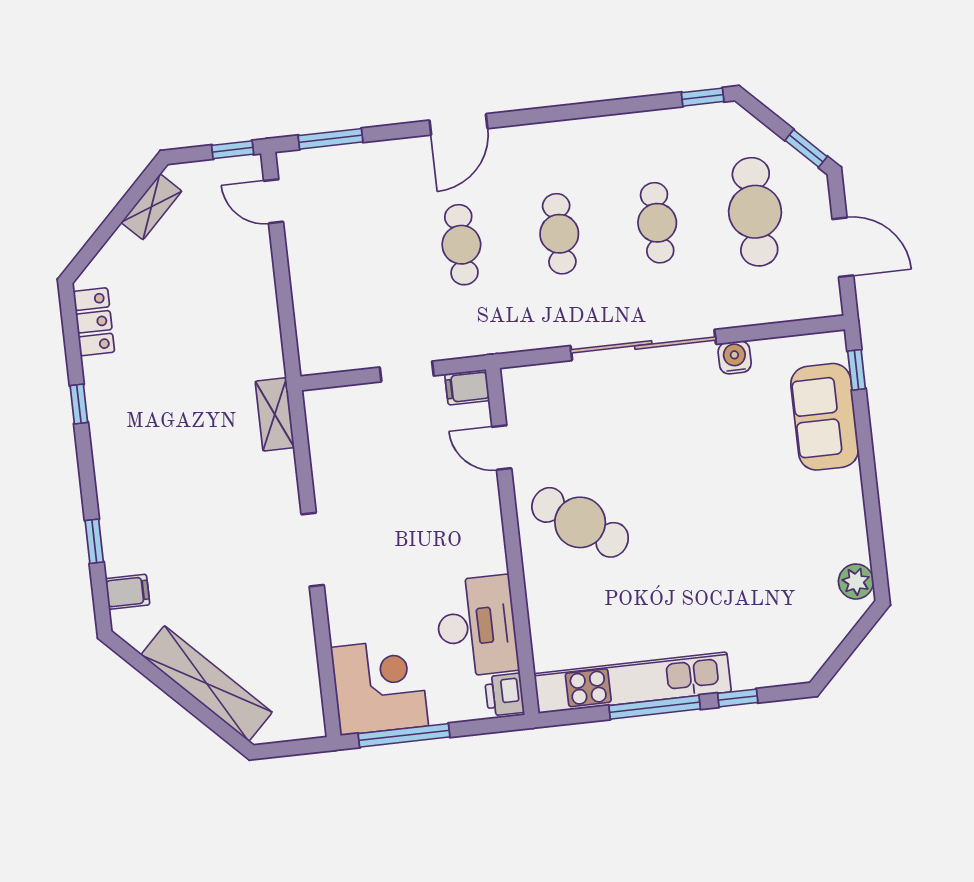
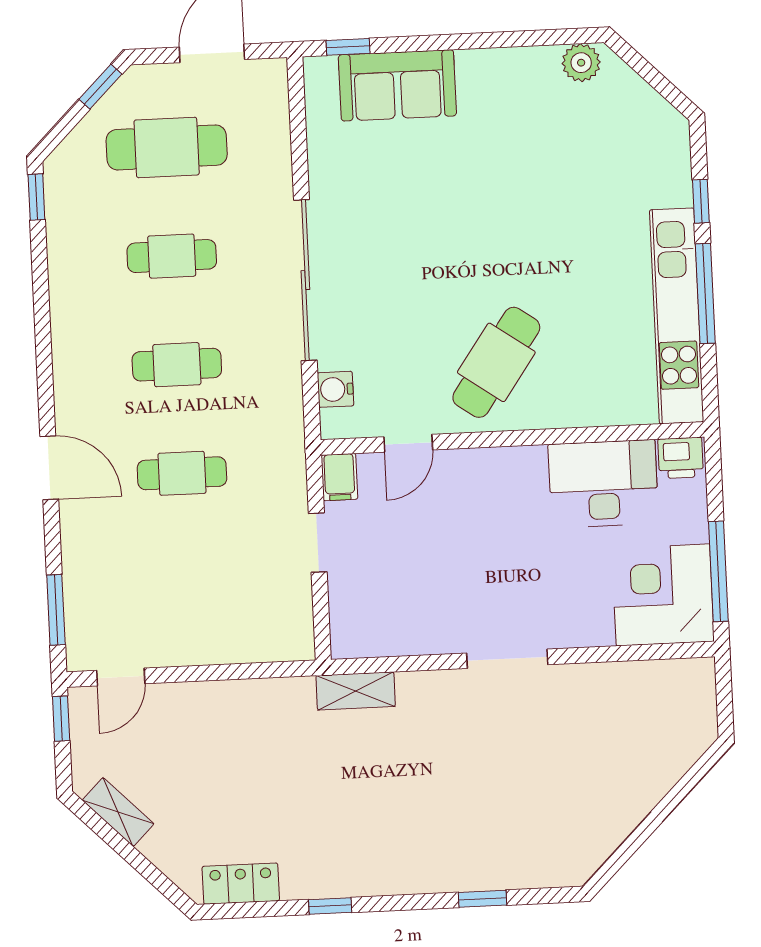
water cooler: (735, 357) -> (335, 389), moved
filing cabinet: (128, 592) -> (541, 866), removed
shelving: (207, 683) -> (647, 785), removed

